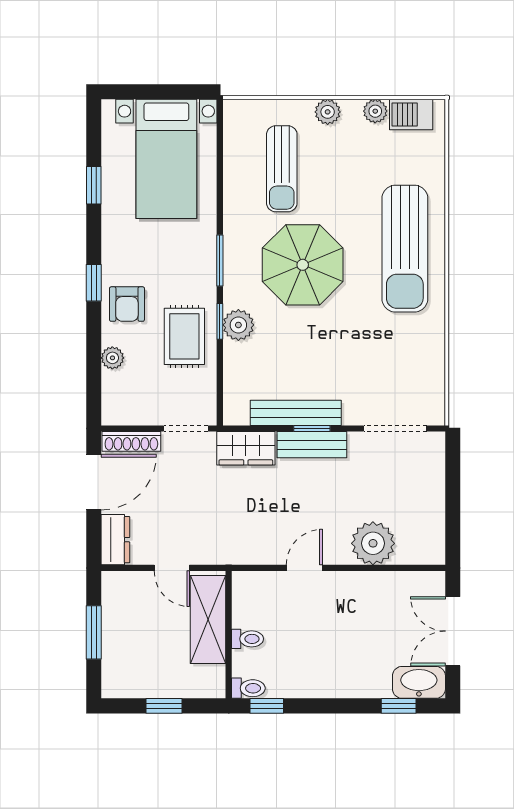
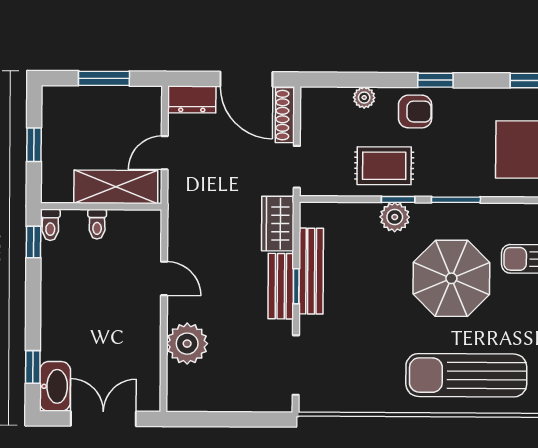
armchair: (127, 304) -> (415, 112), turned 180

